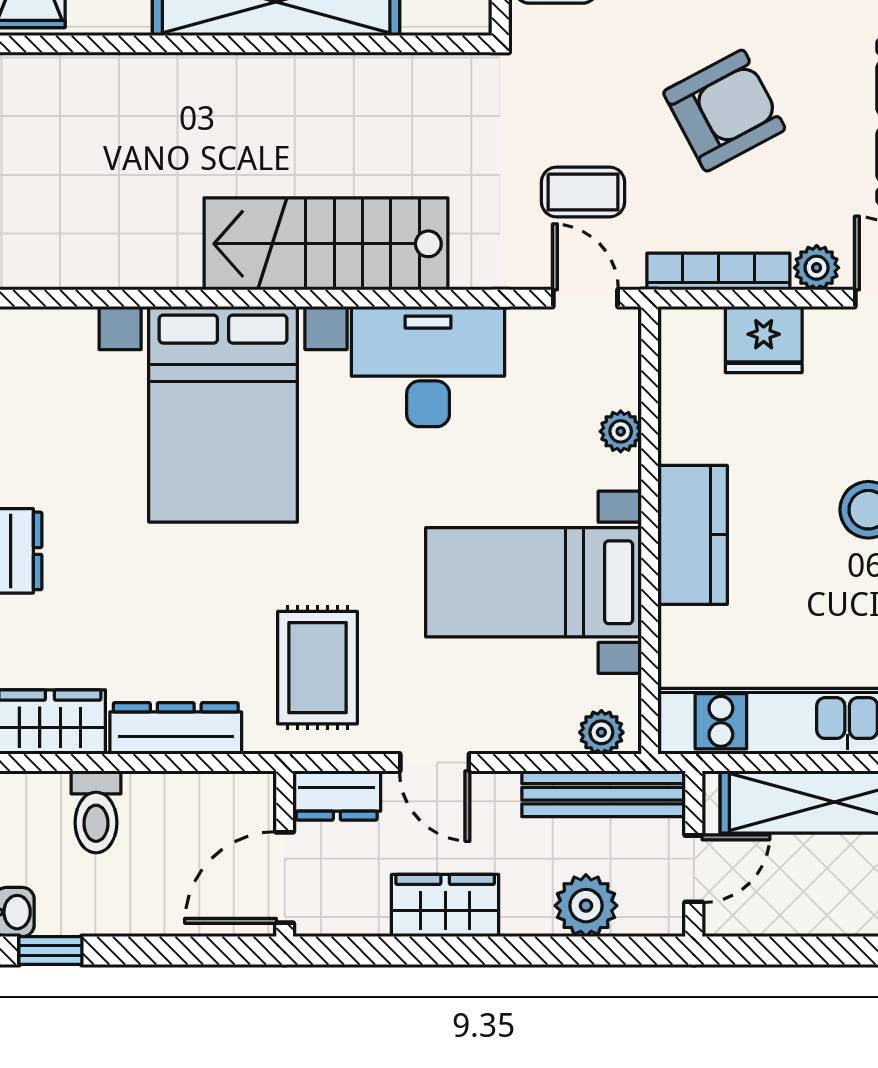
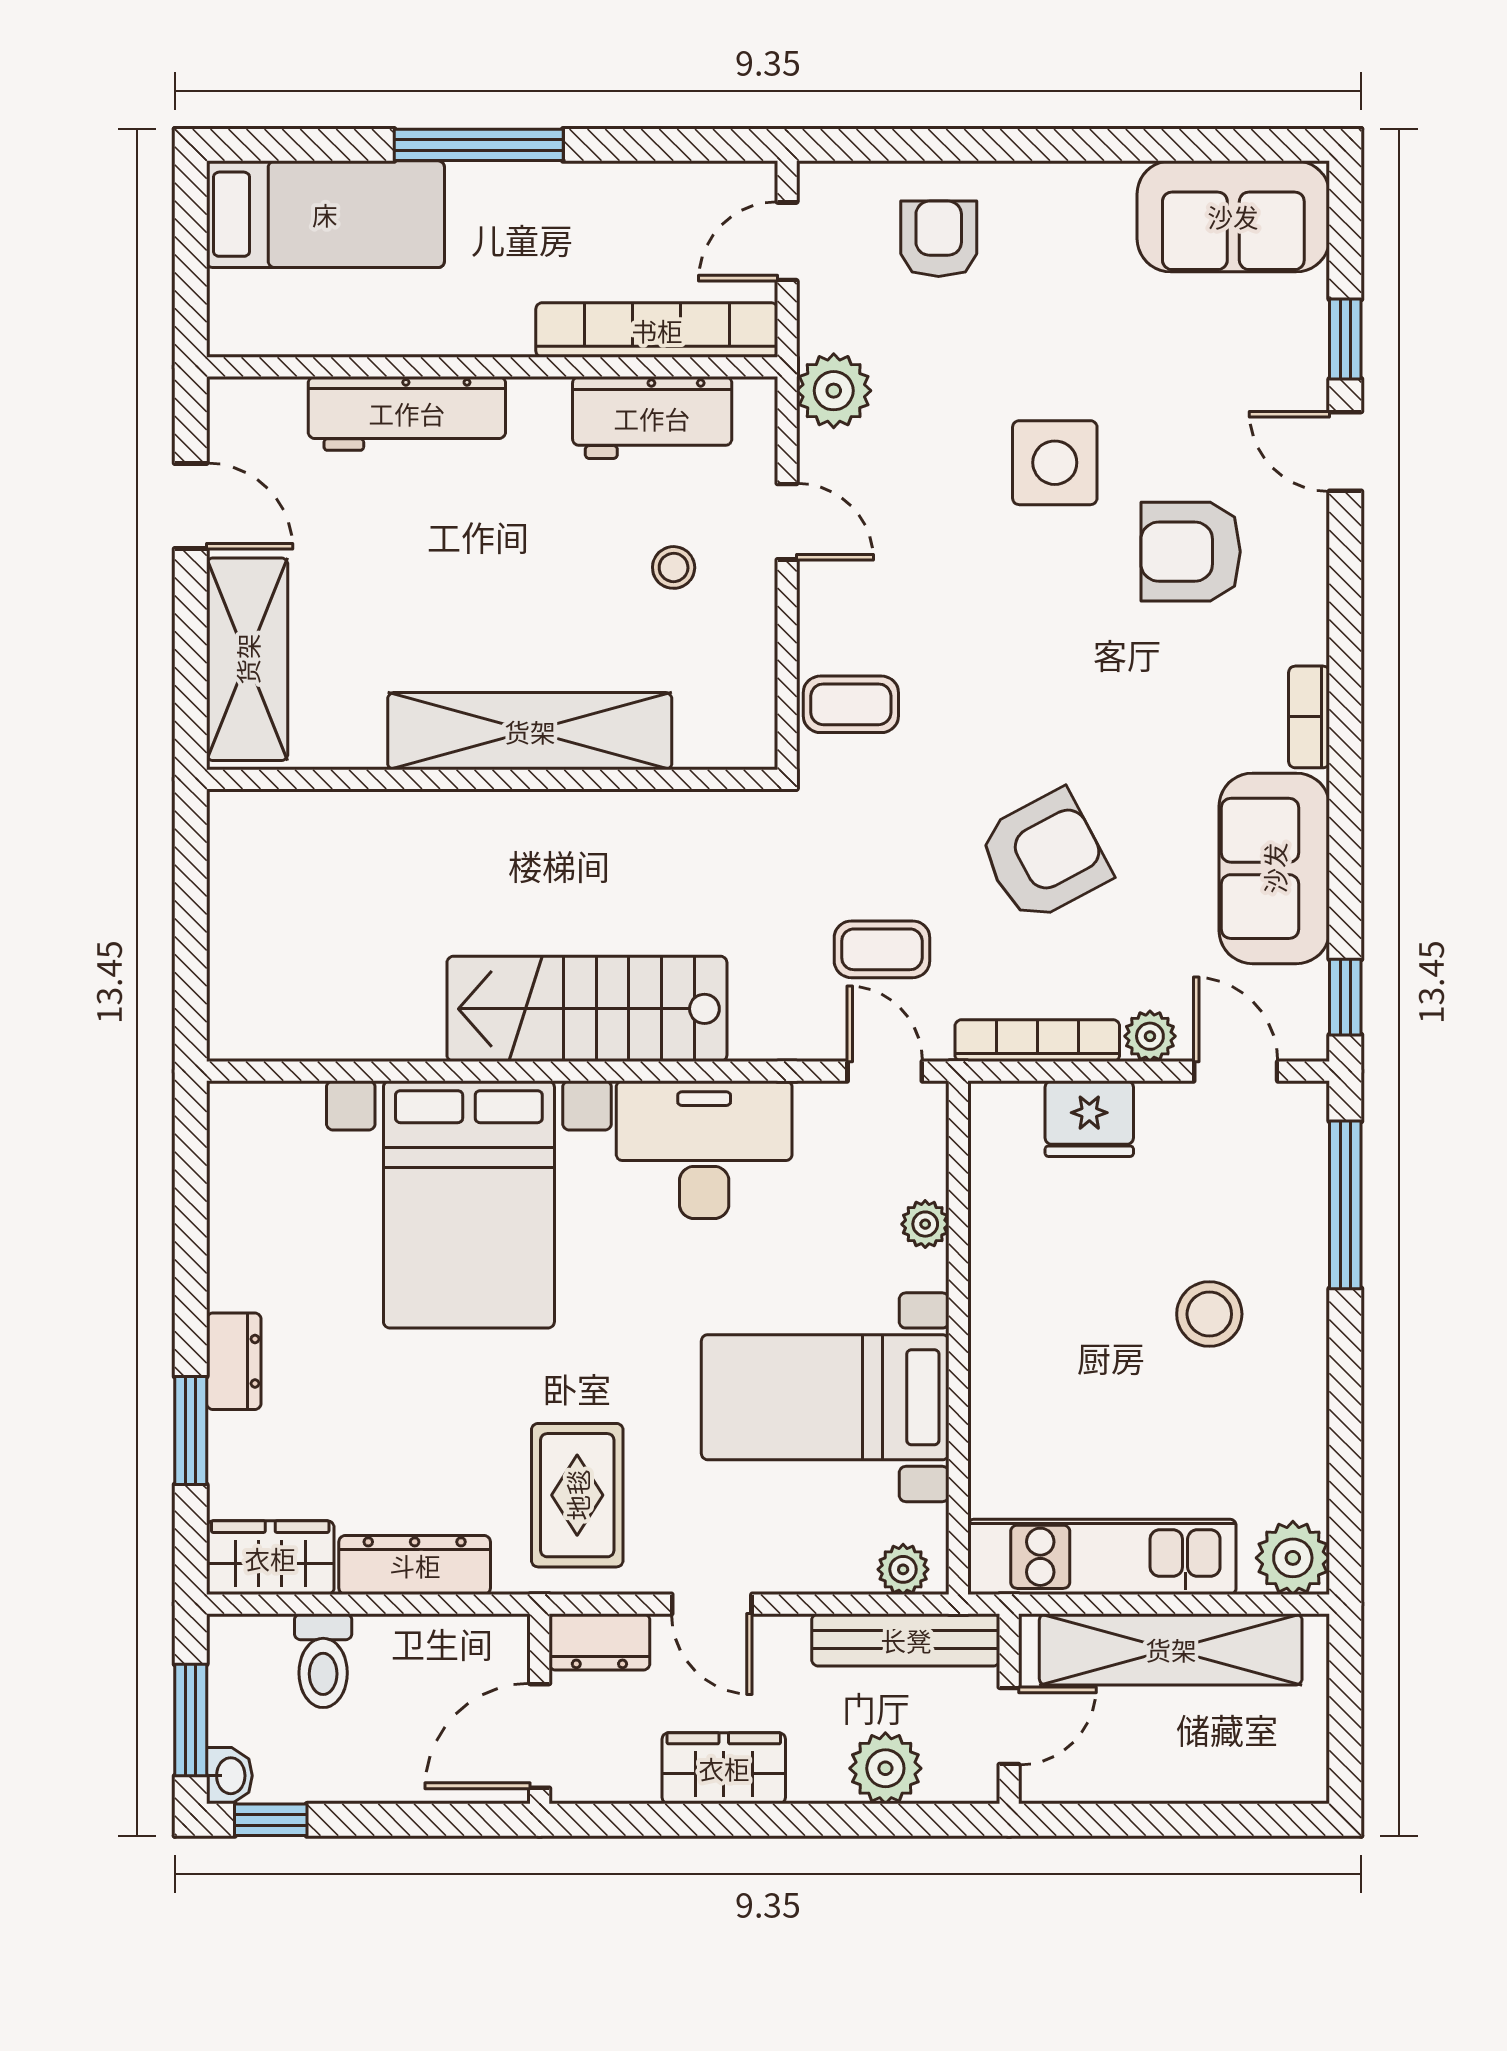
kitchen counter: (693, 535) -> (1008, 1343), removed

